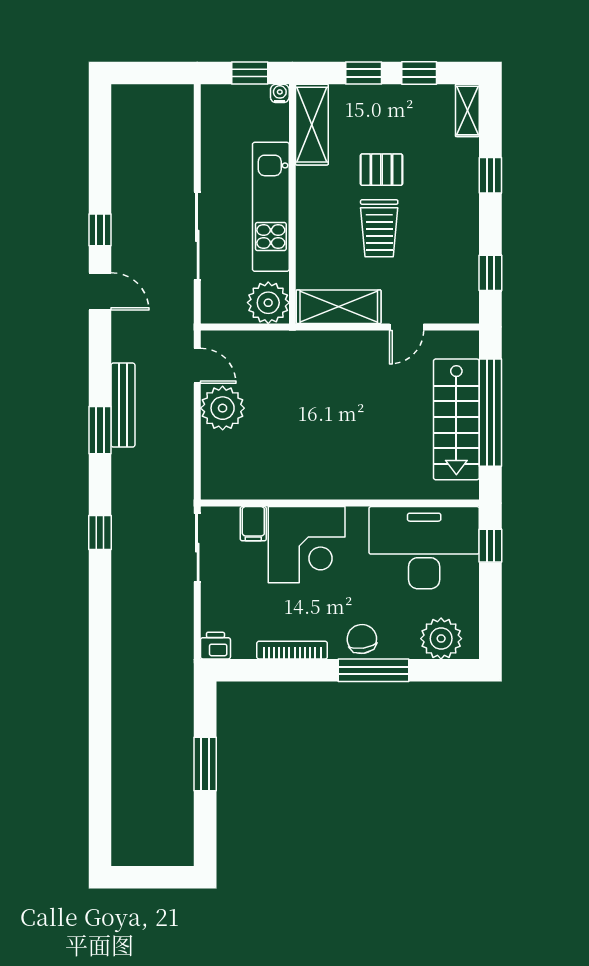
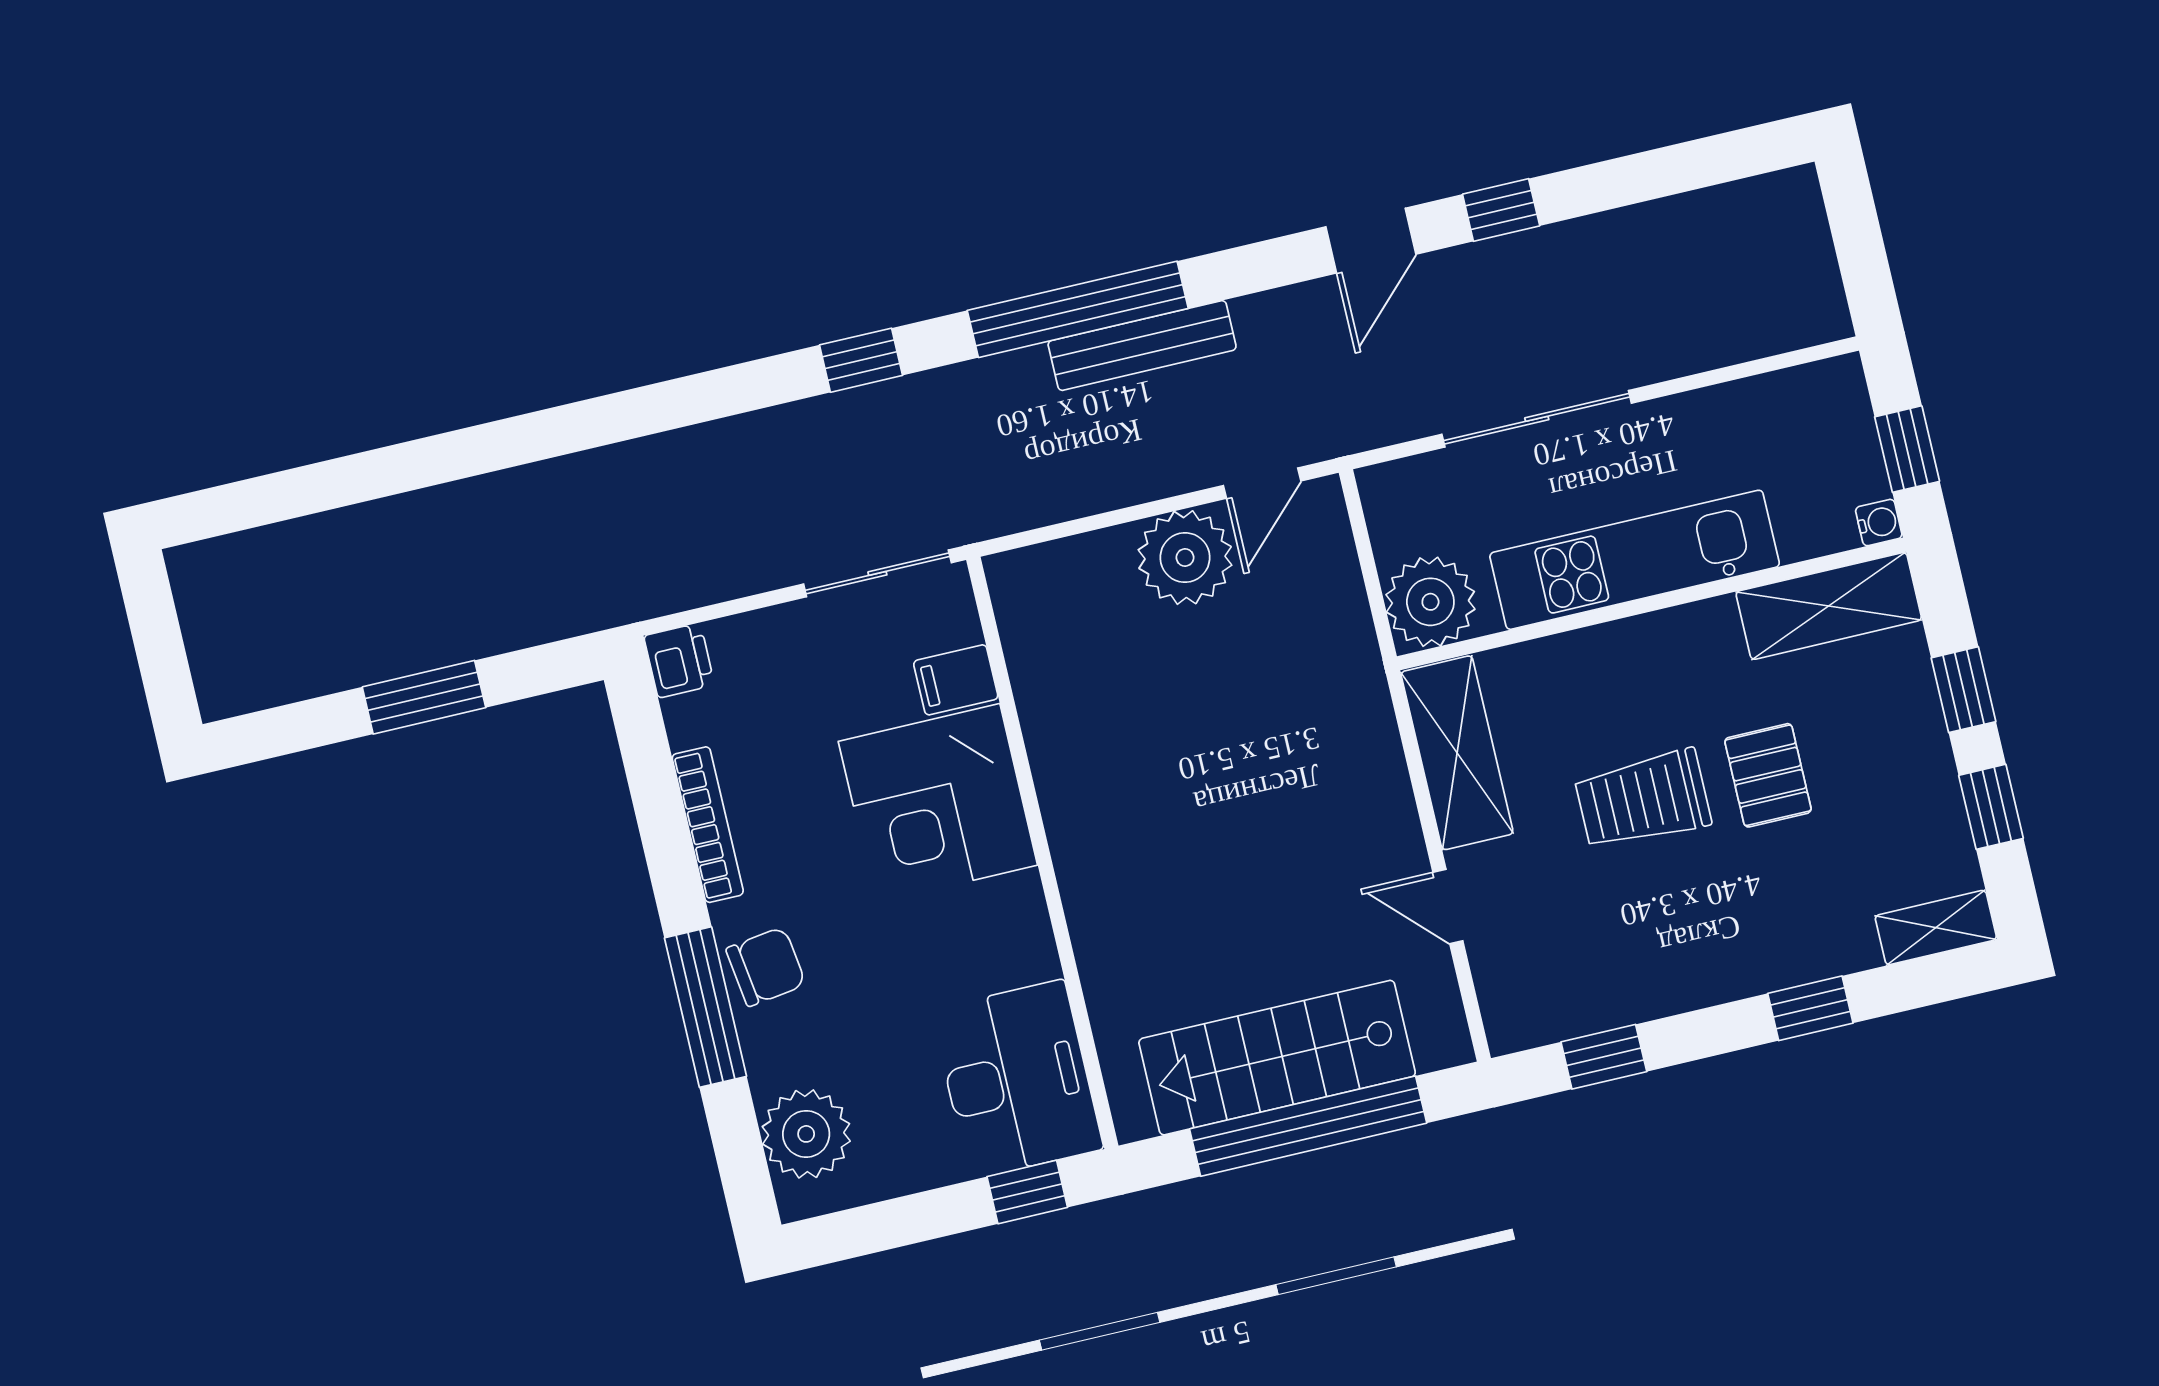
window: (100, 430) -> (1078, 309), width x2.11
desk: (424, 548) -> (1017, 1079), width x0.73, depth x0.77

